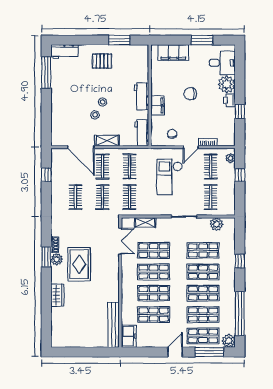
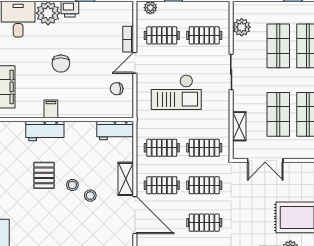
pallet: (102, 61) -> (44, 175), moved
workbench: (142, 96) -> (45, 131), moved
filing cabinet: (158, 105) -> (51, 109), moved, width x0.50
door: (81, 147) -> (135, 215), hinge flipped
door: (191, 147) -> (135, 63), swing flipped
double door: (120, 241) -> (265, 161), swing flipped

